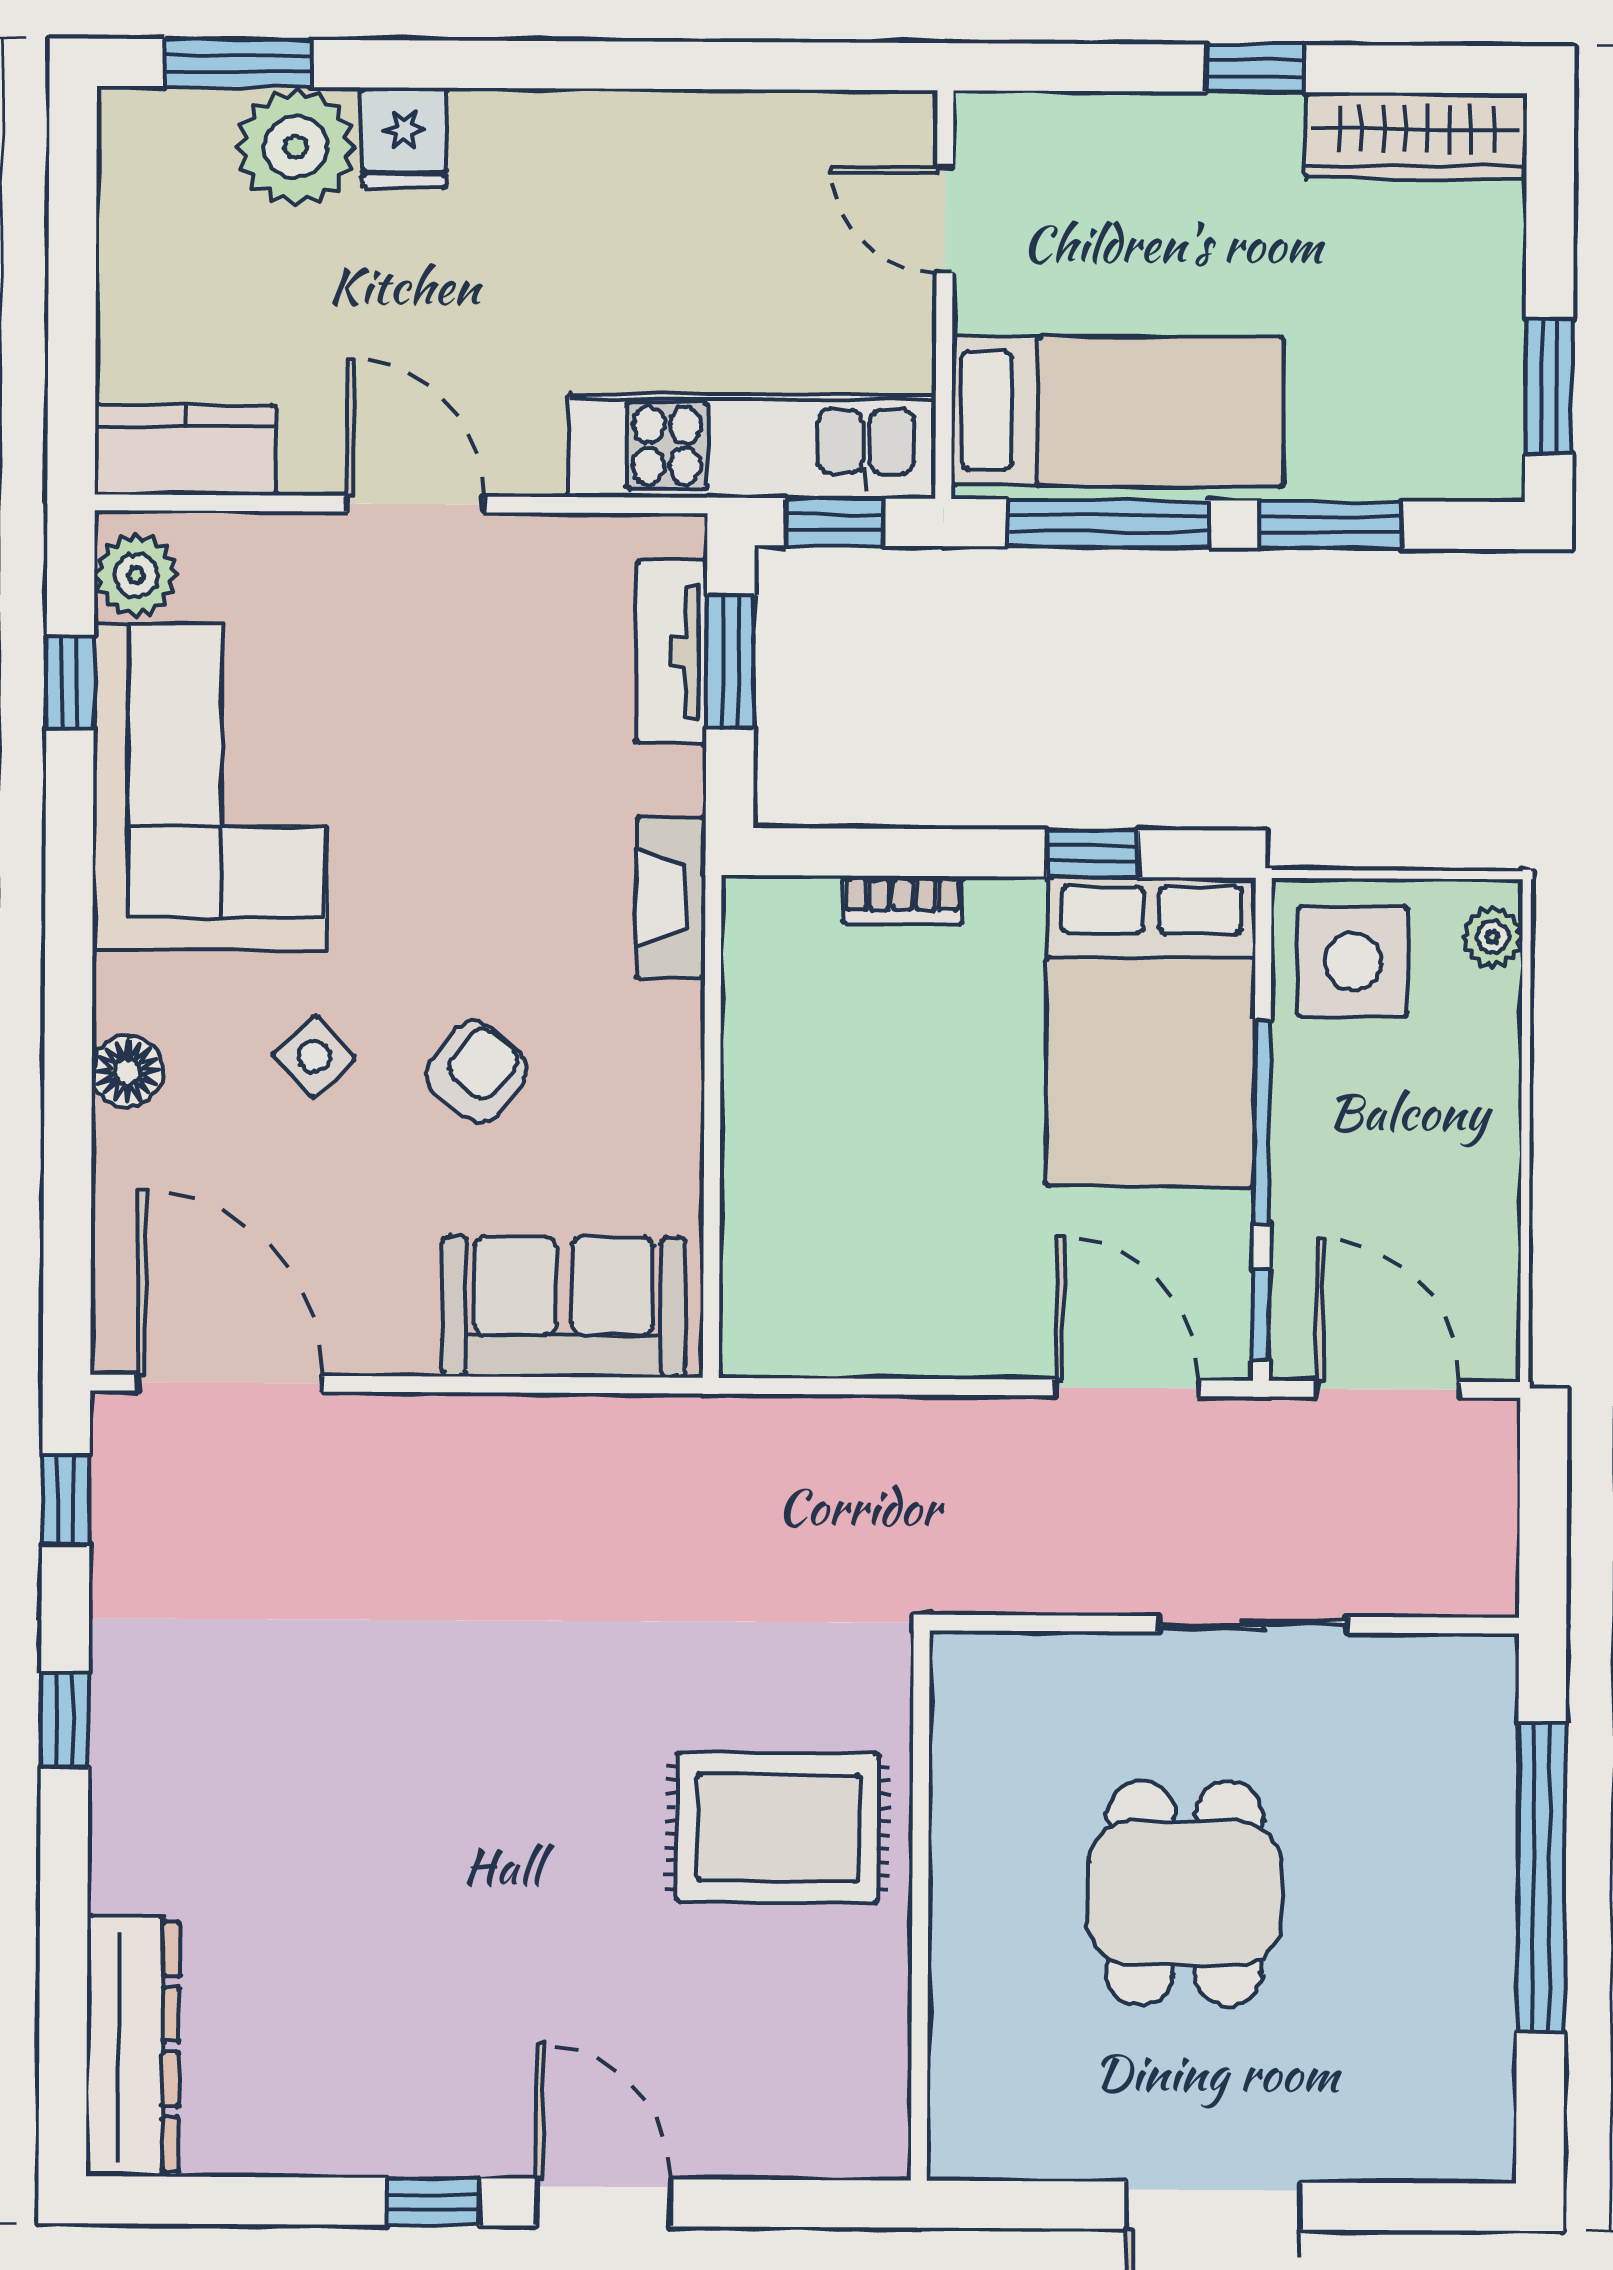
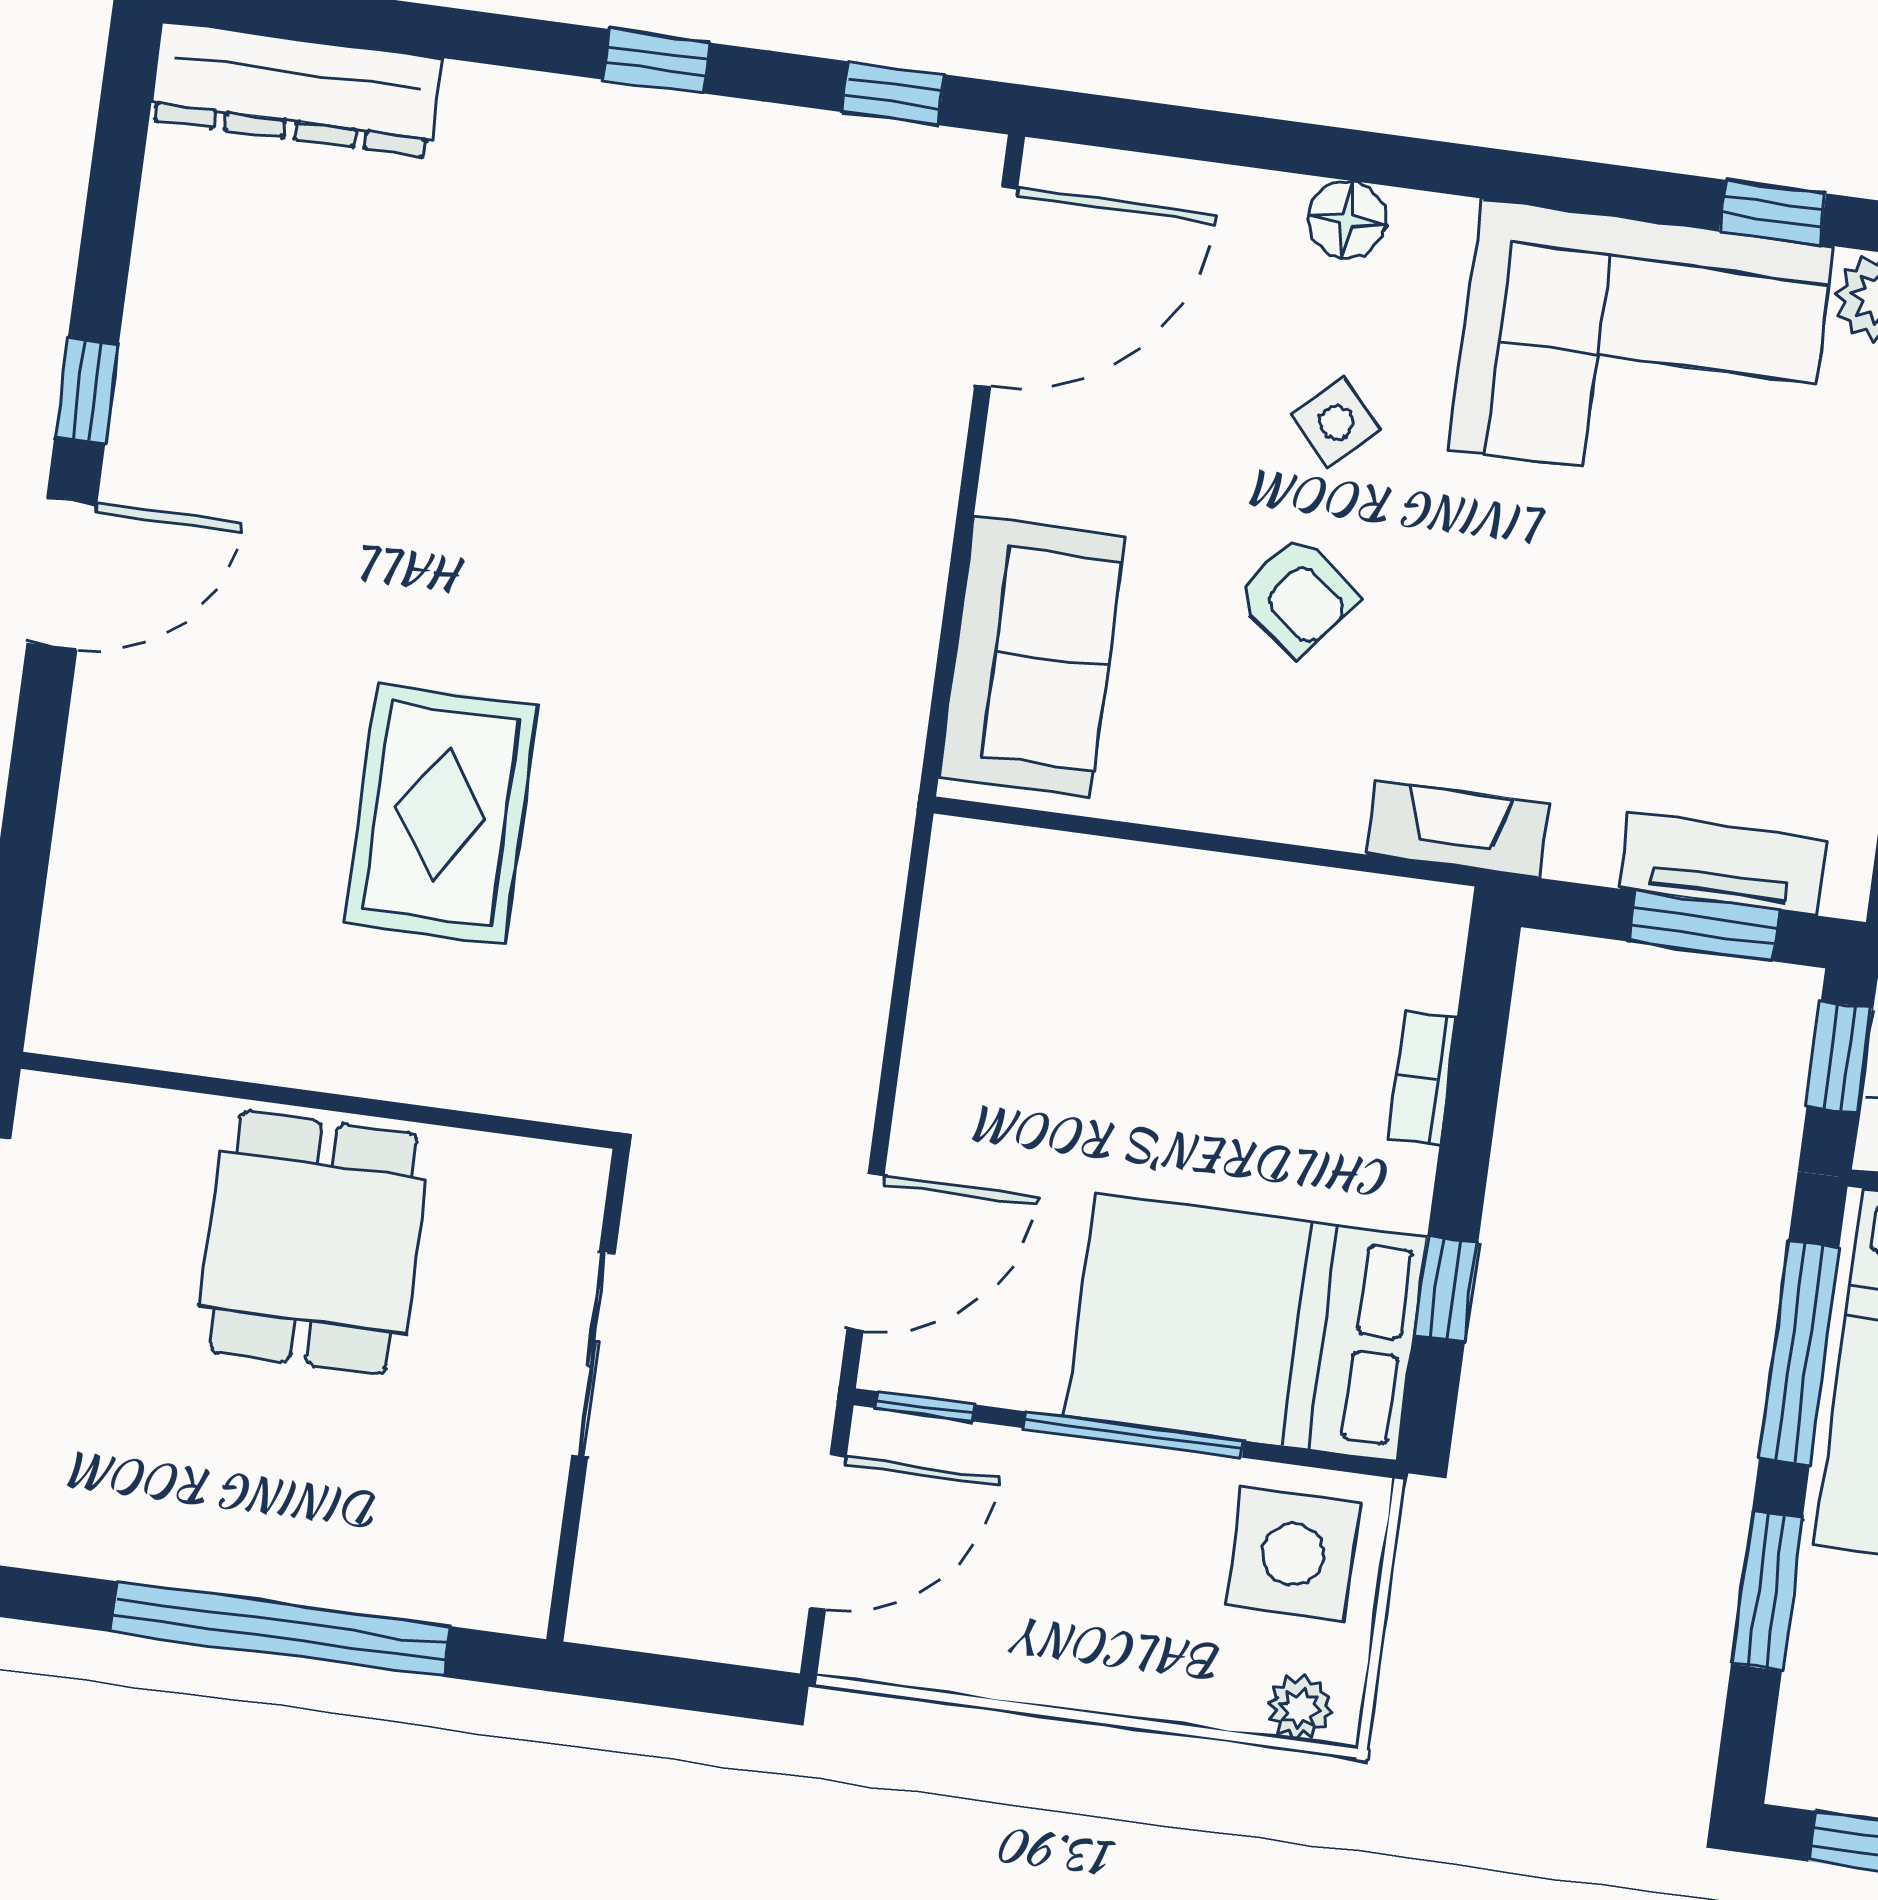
dining table: (1185, 1893) -> (313, 1243), turned 90
wall: (920, 1906) -> (318, 1100), moved

